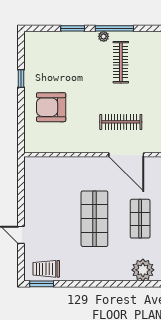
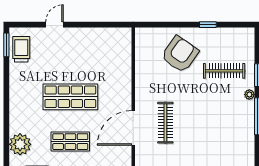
plant: (104, 36) -> (249, 95), moved
clothes rail: (121, 62) -> (224, 71), moved
armchair: (51, 107) -> (180, 54), turned 35

